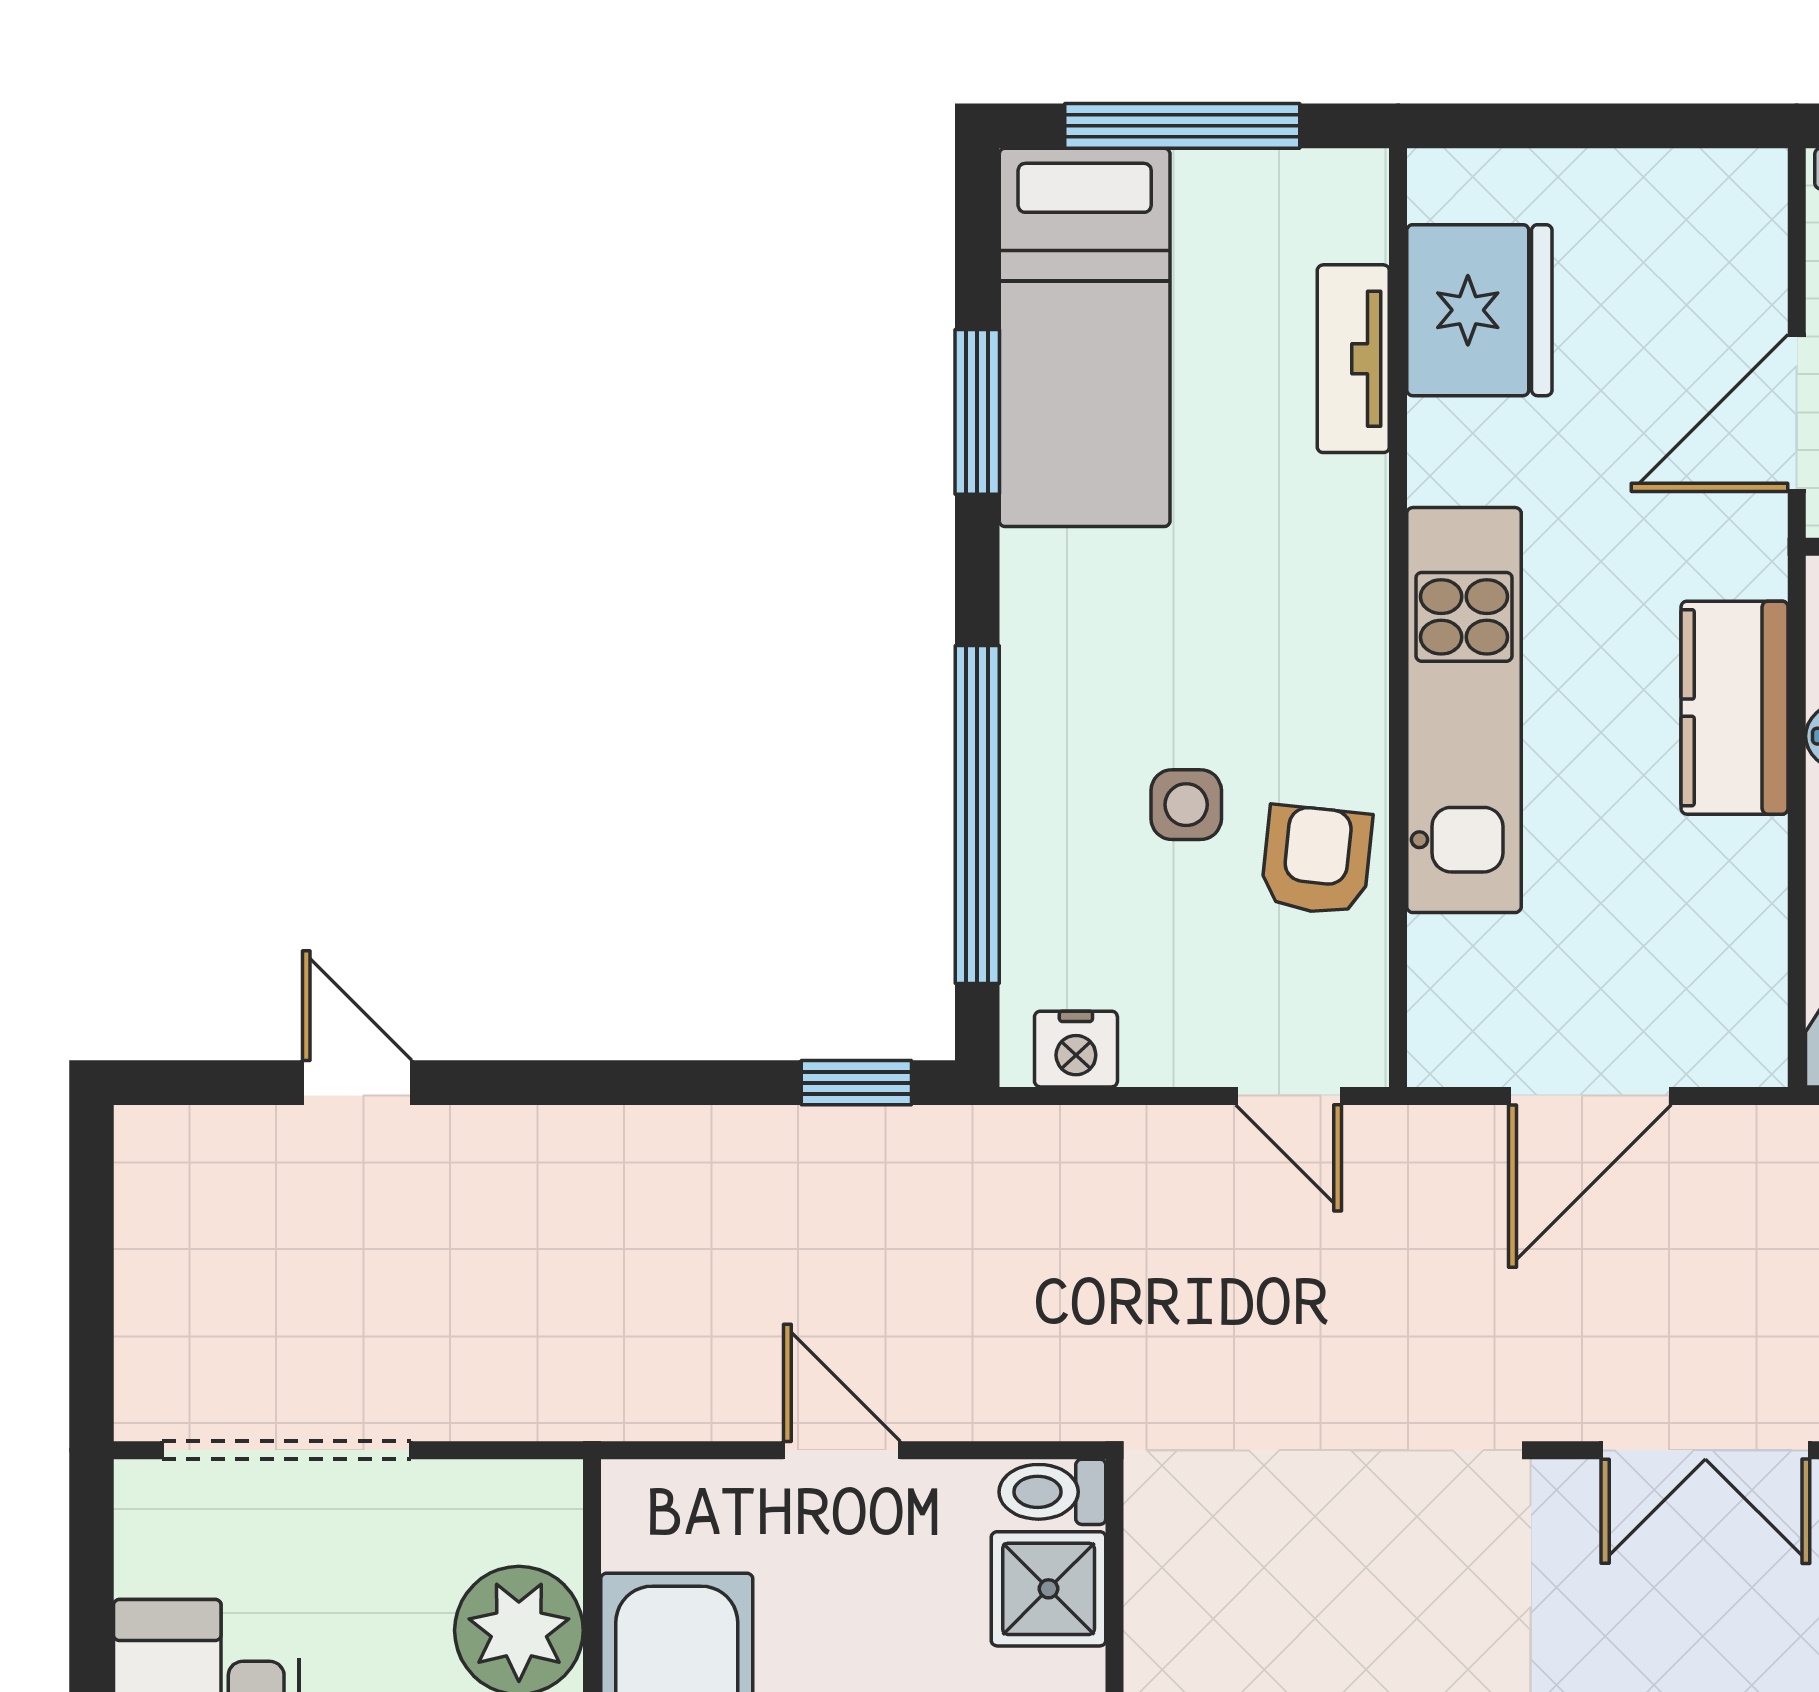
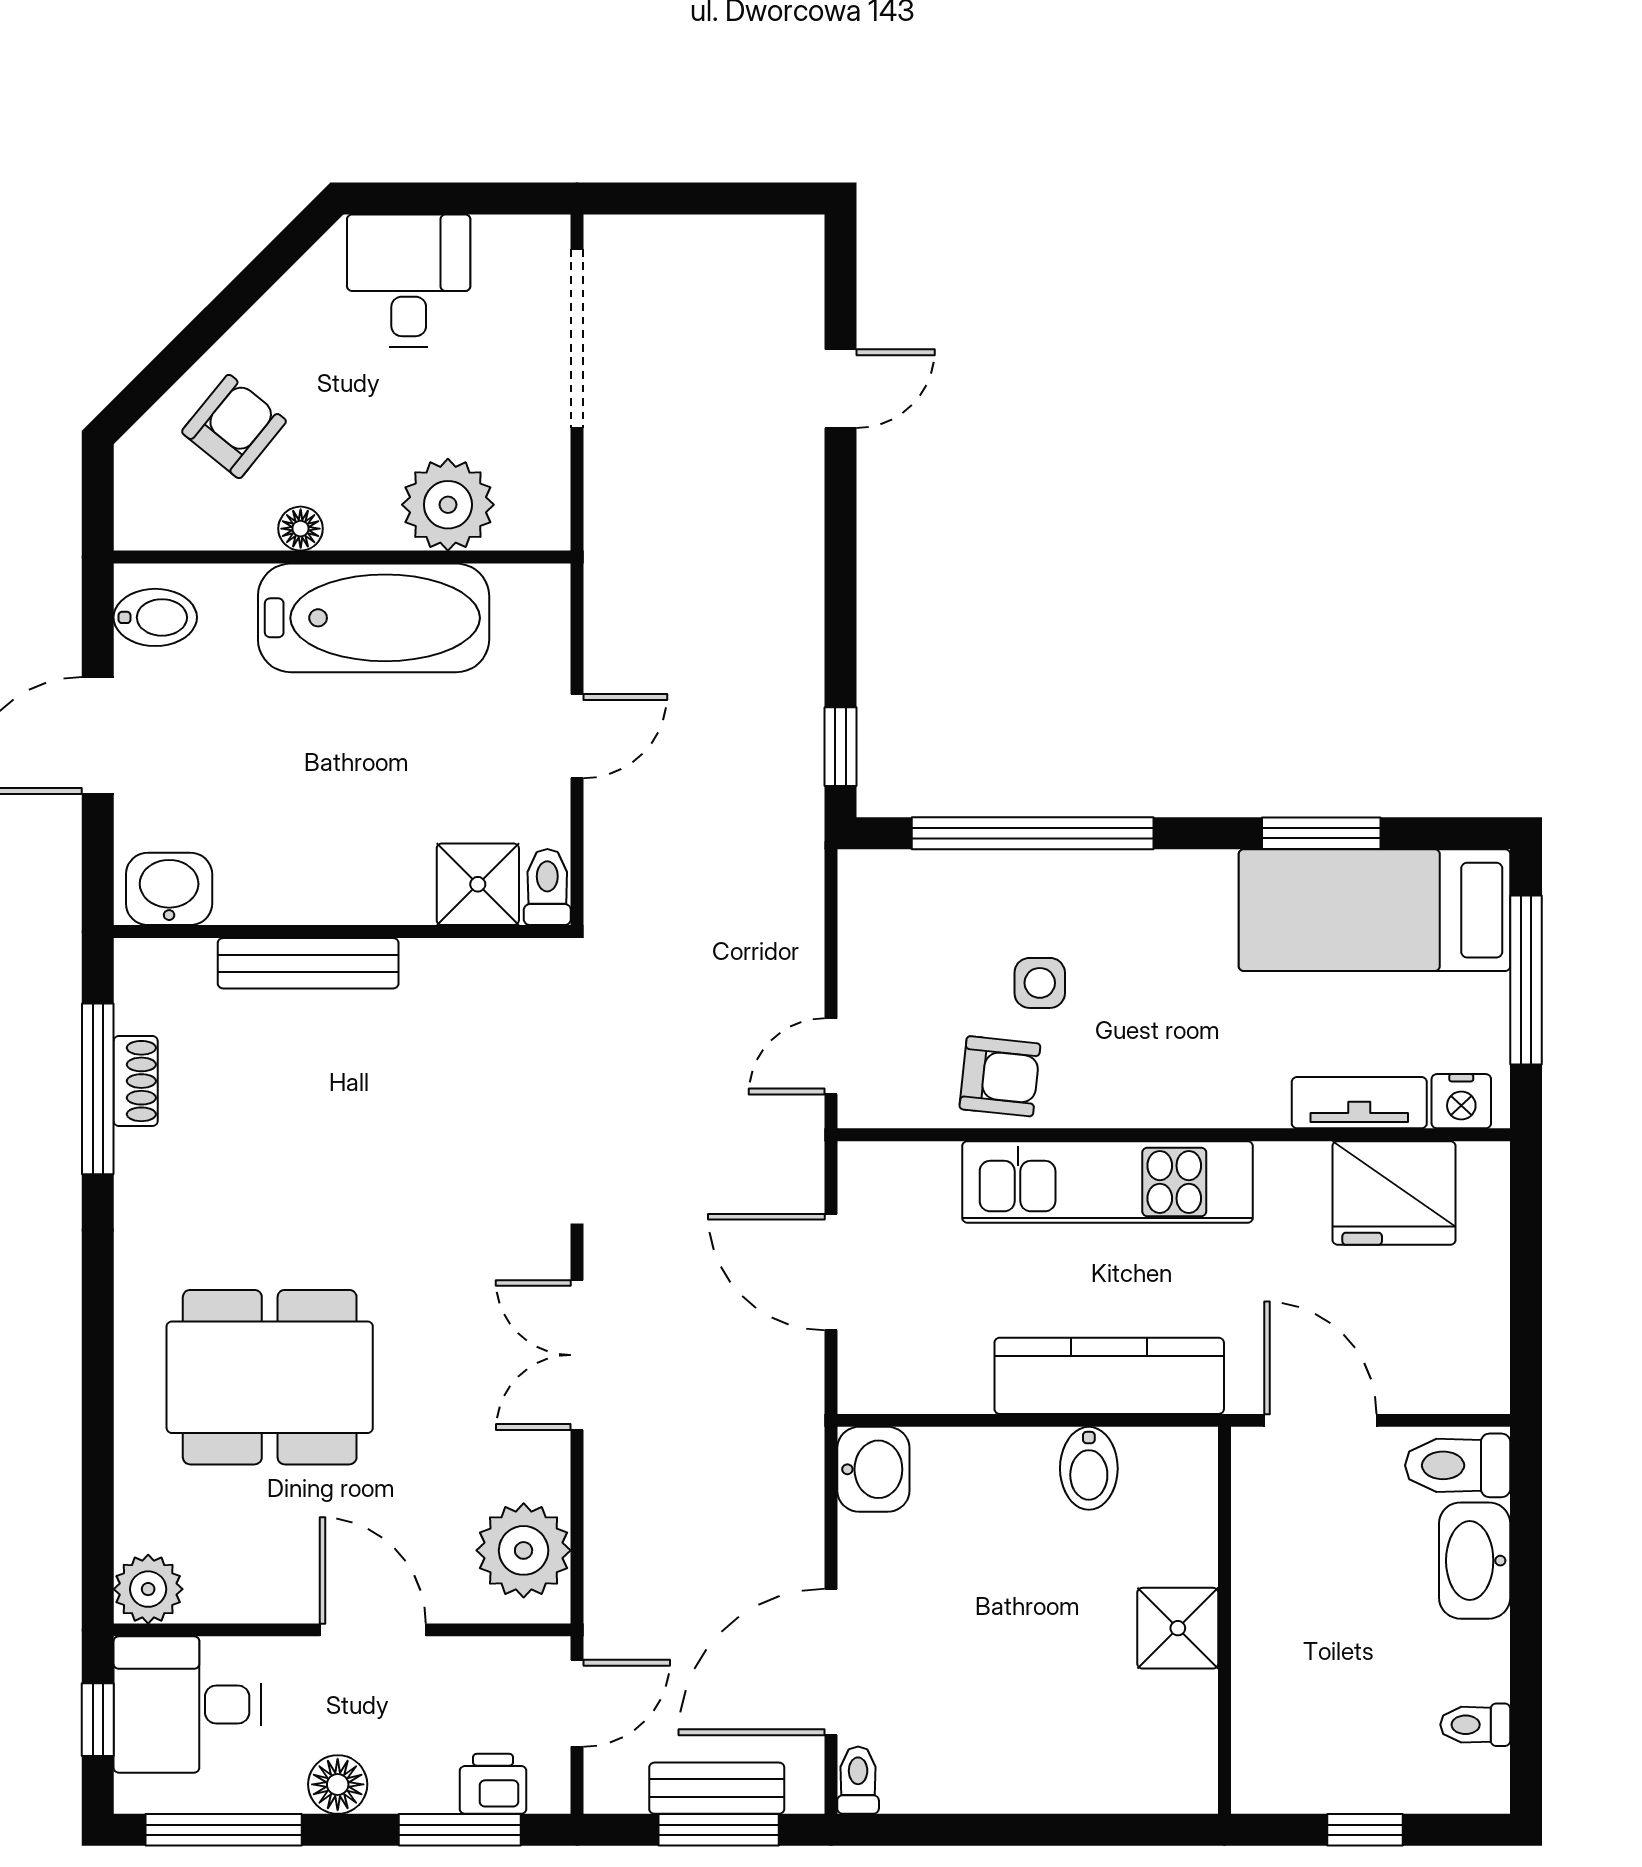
kitchen counter: (1735, 708) -> (1109, 1376), width x1.50
nightstand: (1076, 1049) -> (1461, 1101), moved, turned -90

